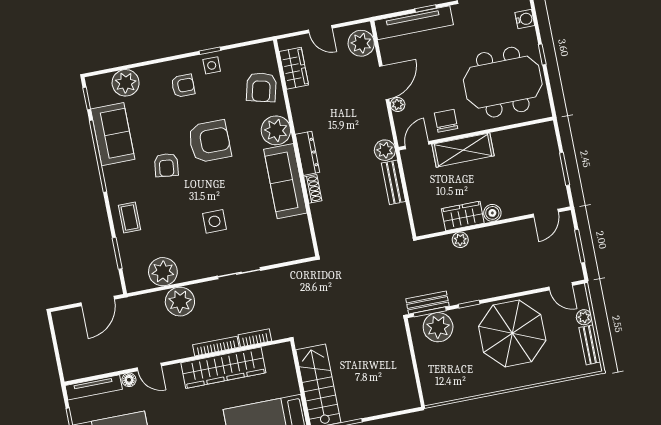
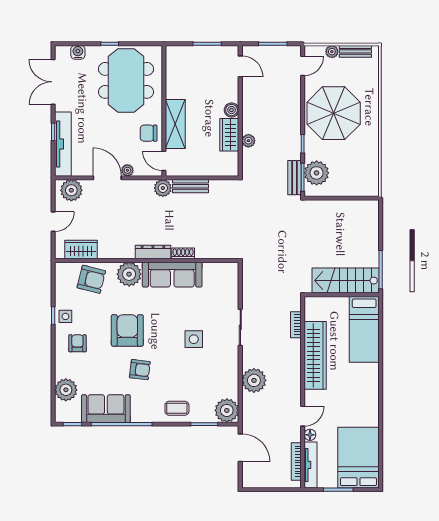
plant: (163, 272) -> (227, 410), moved
bookcase: (216, 346) -> (296, 461), moved

